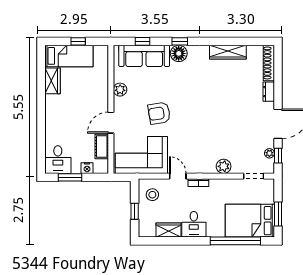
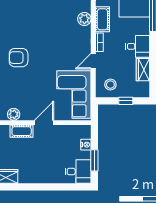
armchair: (159, 113) -> (19, 58), moved, turned 99
door: (111, 123) -> (44, 123), swing flipped
cot: (102, 147) -> (22, 131), moved
cot: (223, 186) -> (102, 19), added

